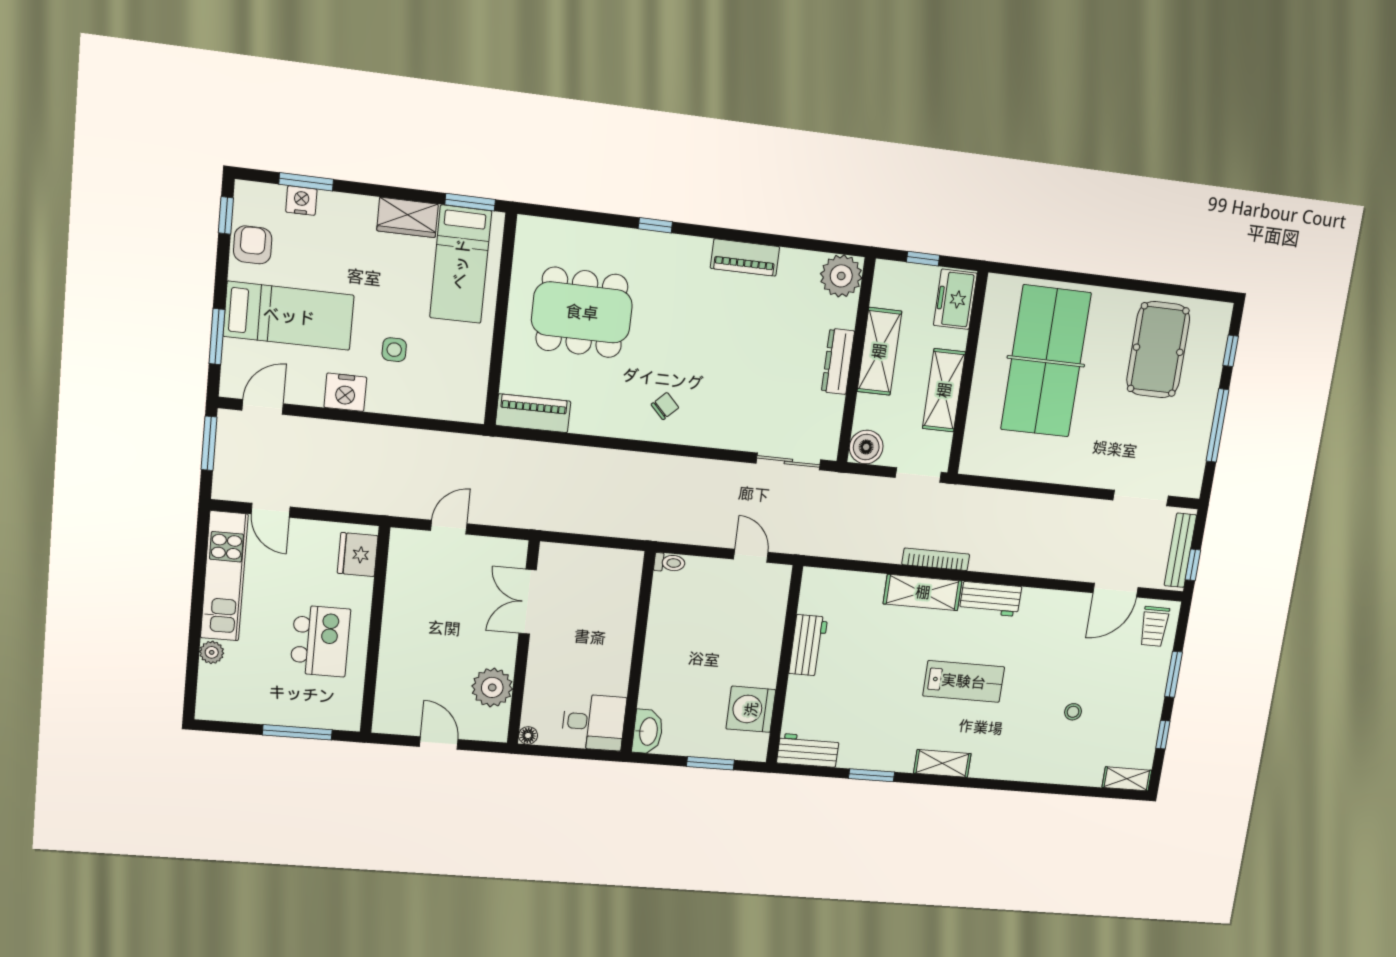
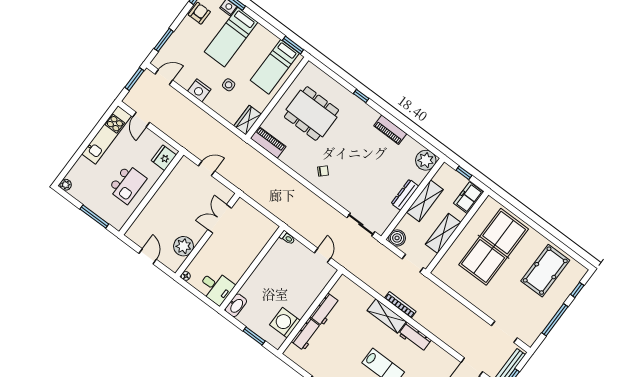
wardrobe: (407, 217) -> (248, 120), moved, turned 90
bed: (289, 316) -> (231, 37), moved, turned 90
plant: (212, 652) -> (66, 185), moved
workbench: (808, 750) -> (306, 334), moved, turned 90

